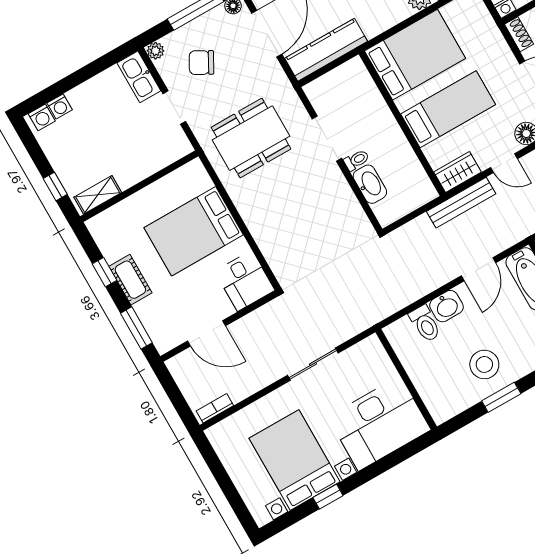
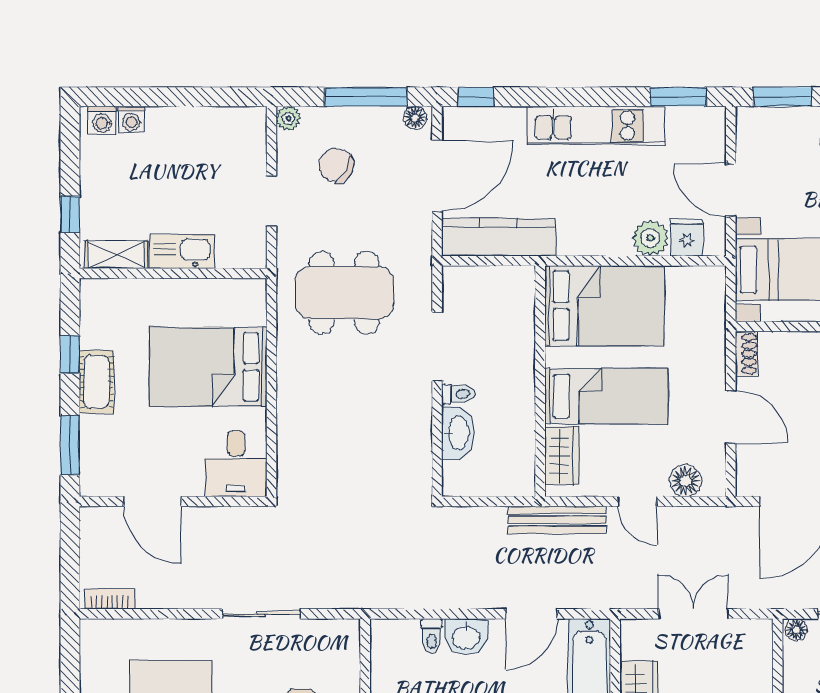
kitchen sink: (139, 77) -> (182, 251), moved, turned 90
wardrobe: (458, 172) -> (562, 456), moved, turned 90
toilet: (425, 324) -> (431, 636), width x0.73, depth x0.72

